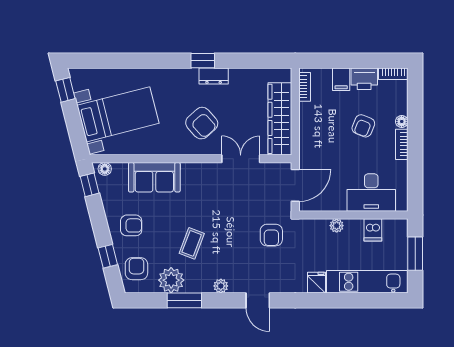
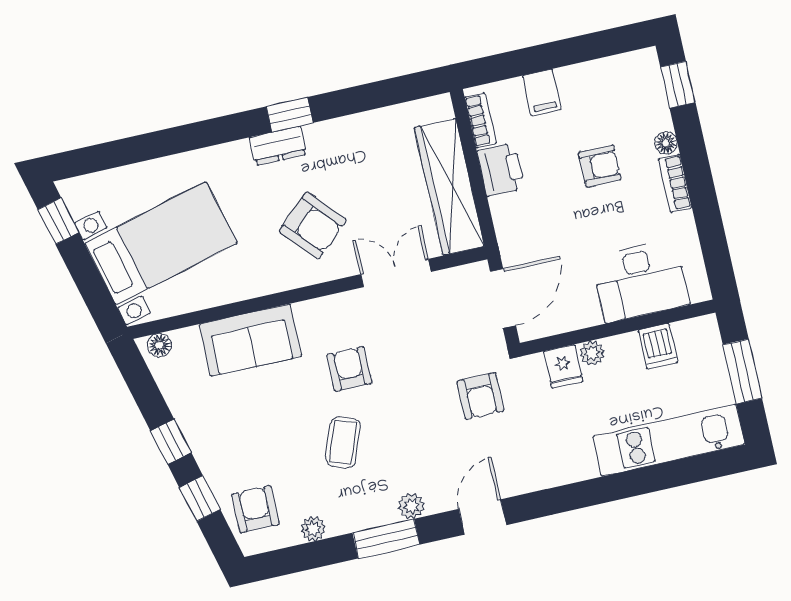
bookcase: (393, 74) -> (632, 62), removed
dresser: (214, 76) -> (278, 146), moved
printer: (364, 79) -> (501, 170), moved, turned -90
window: (415, 92) -> (678, 85), added
armchair: (363, 126) -> (600, 166), turned -112
window: (90, 185) -> (171, 442), moved
armchair: (131, 225) -> (349, 369), moved, turned -90
plant: (171, 280) -> (313, 529), width x0.53, depth x0.53
fridge: (316, 283) -> (563, 366), moved, turned 180
window: (184, 300) -> (386, 539), moved
door: (258, 300) -> (483, 517), swing flipped

